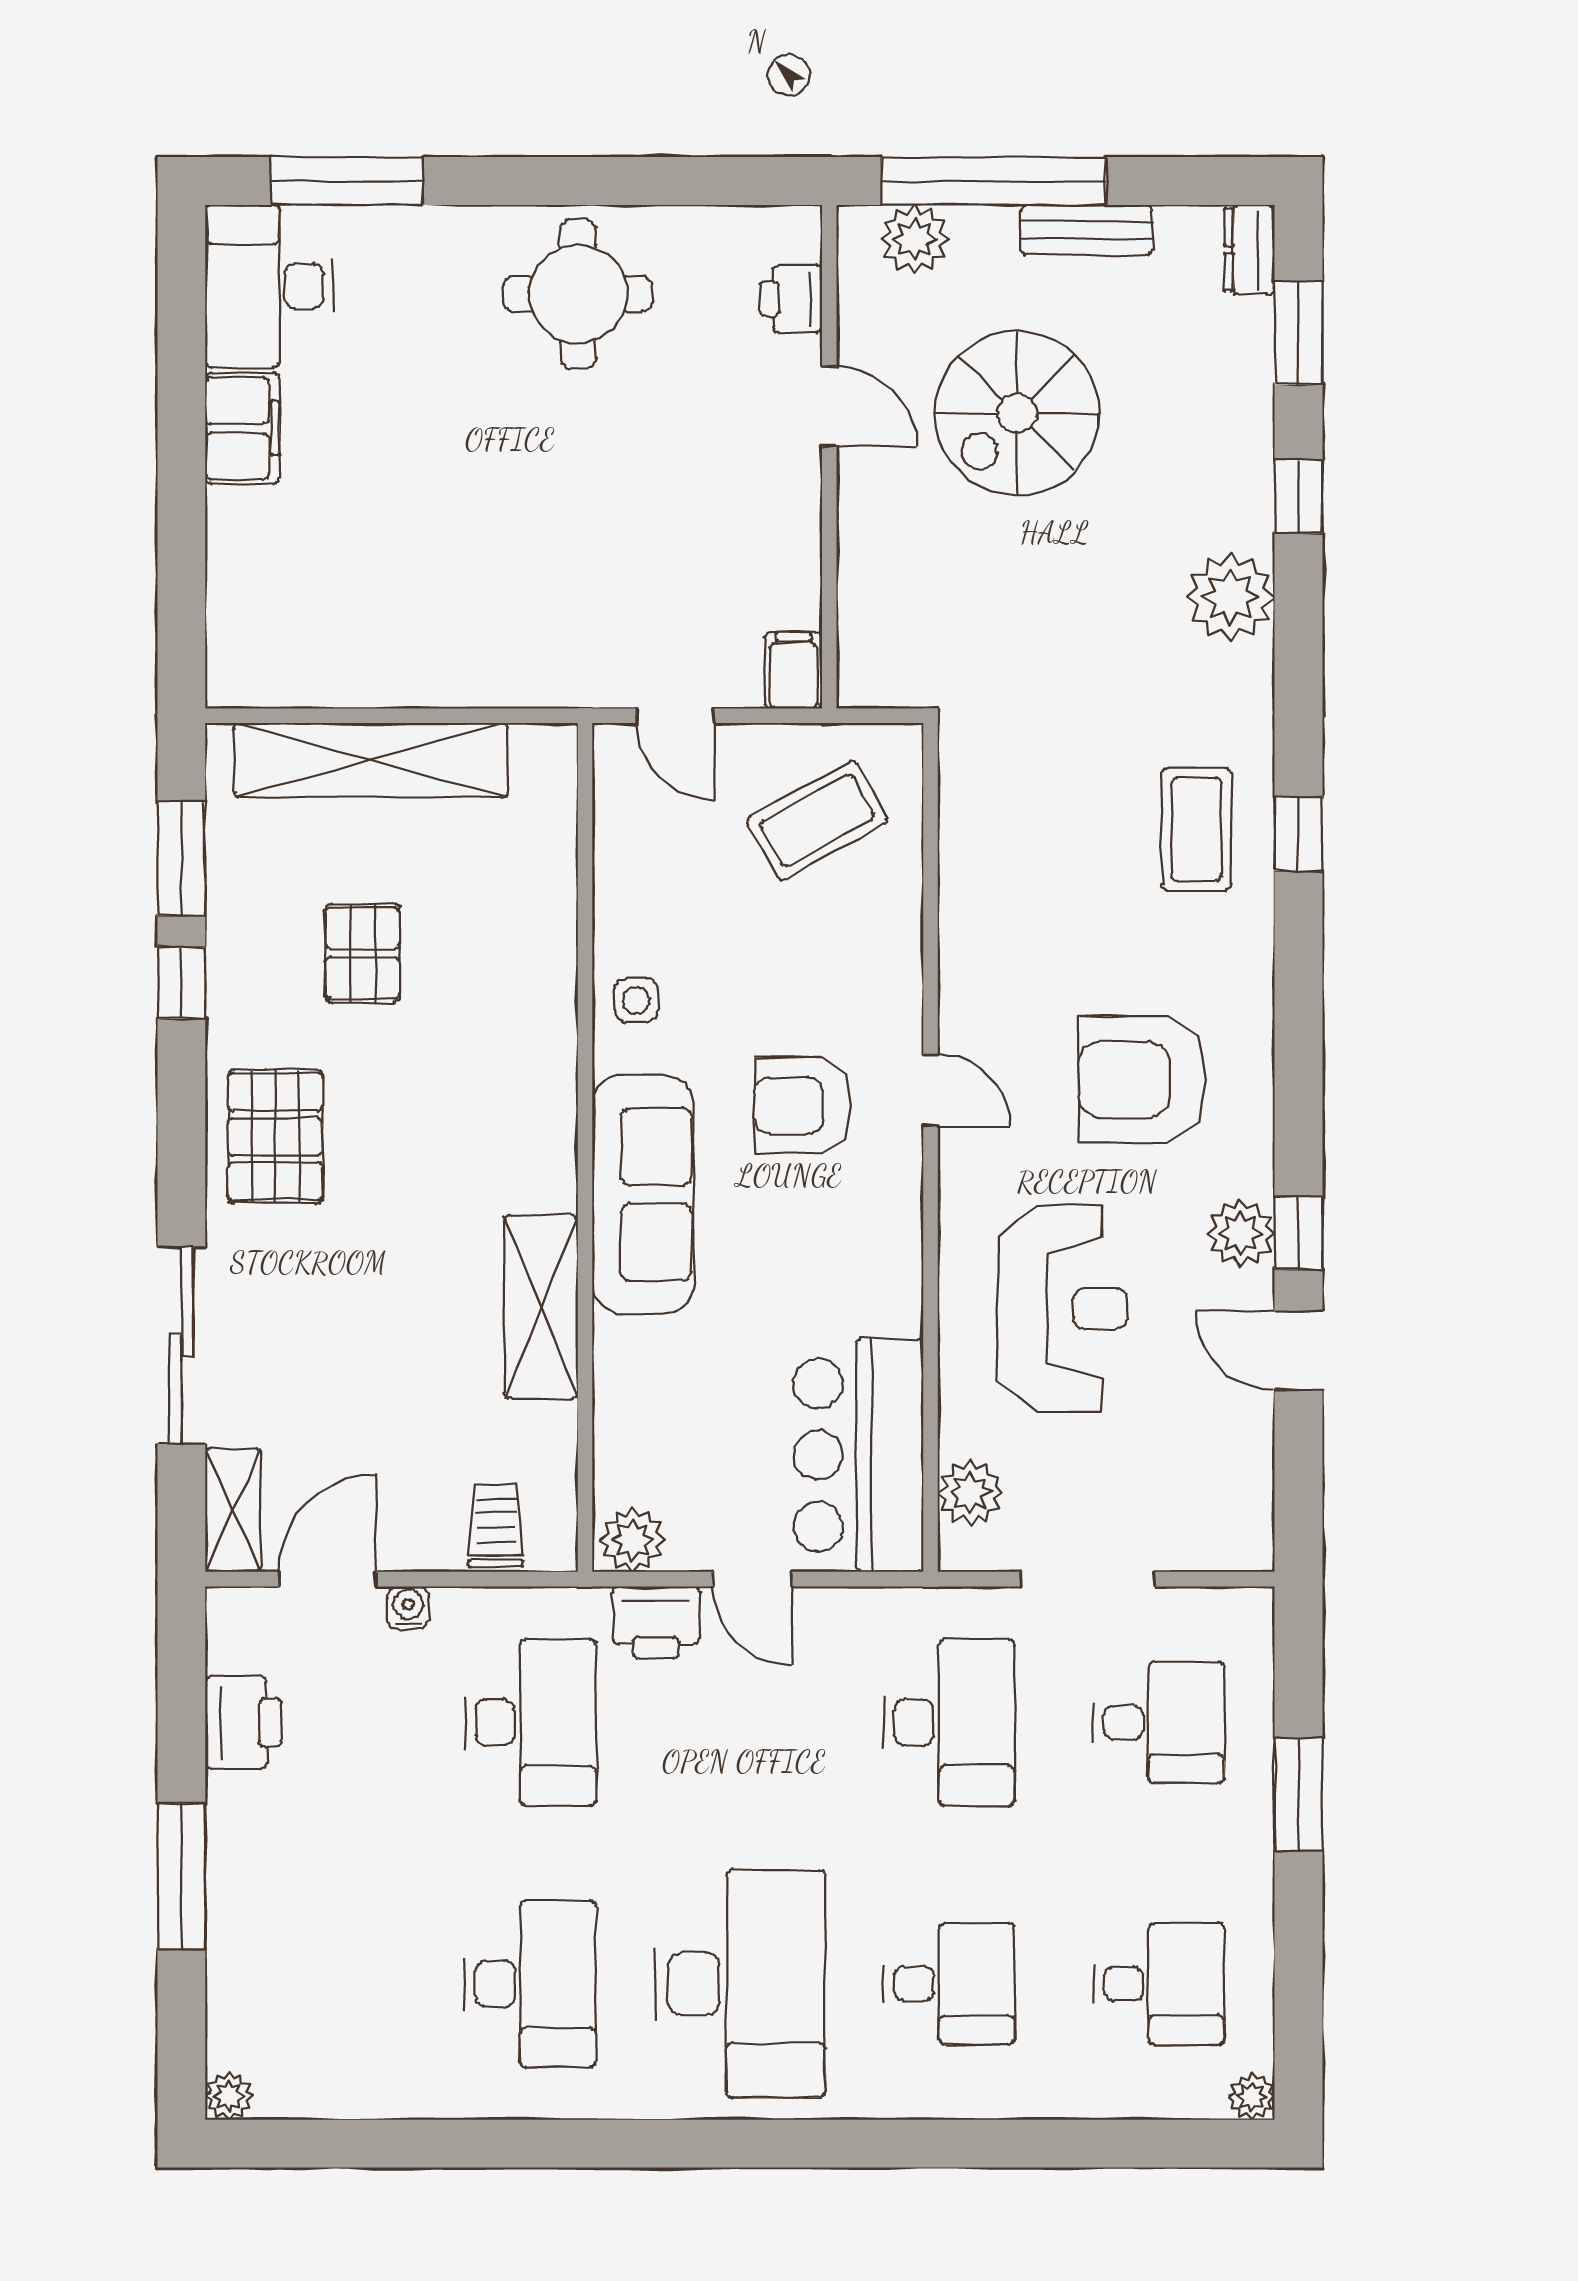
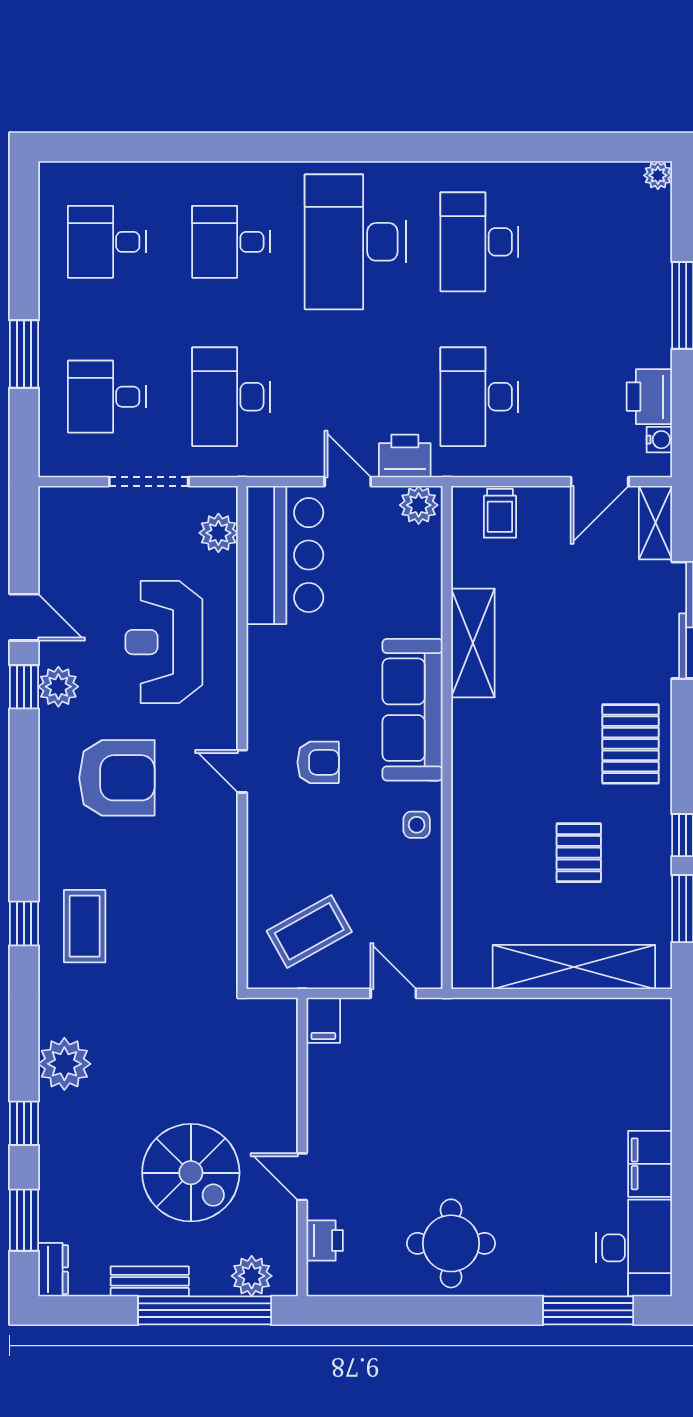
spiral stairs: (1017, 413) -> (191, 1173), turned 90
armchair: (802, 1106) -> (318, 762), width x0.72, depth x0.72
water cooler: (408, 1608) -> (659, 440), moved, turned -90
plant: (1252, 2097) -> (52, 175), removed

